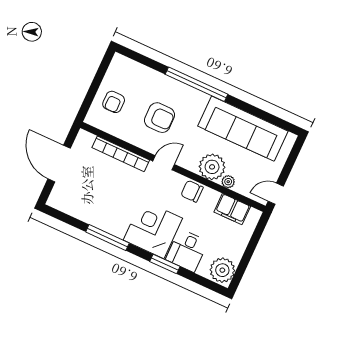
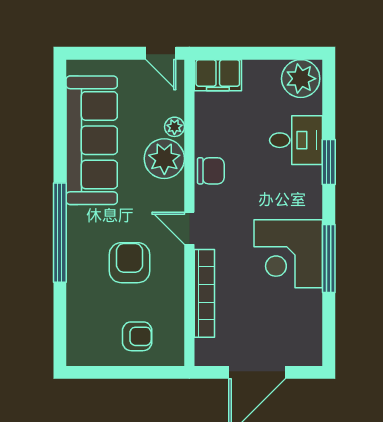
chair: (192, 191) -> (211, 171), turned -90
filing cabinet: (232, 209) -> (218, 75), moved, turned 90
corner desk: (153, 229) -> (288, 254), moved

